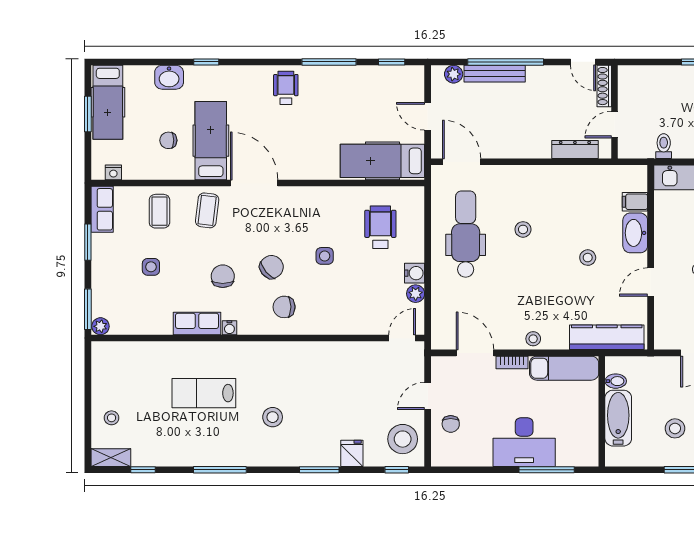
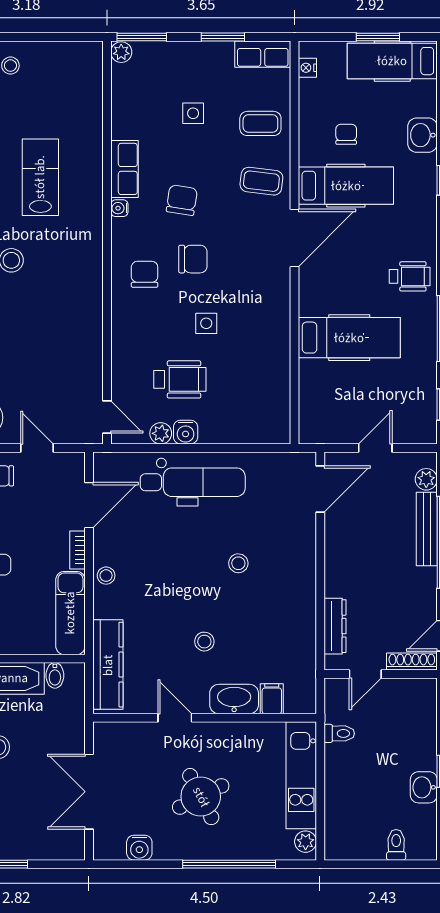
door: (615, 125) -> (365, 674), swing flipped
hospital bed: (382, 161) -> (349, 338), moved, turned 90
wheelchair: (380, 227) -> (180, 379), moved
dental chair: (466, 234) -> (193, 482), moved
chair: (271, 267) -> (193, 259), turned -50
chair: (223, 276) -> (182, 200), turned -81

